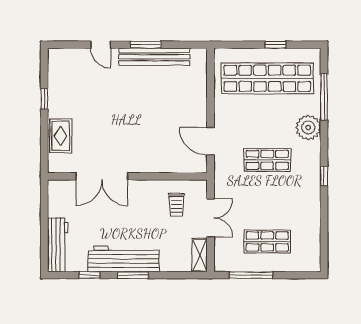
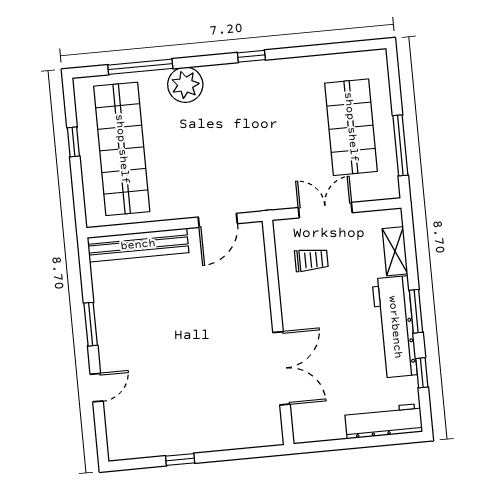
bench: (154, 57) -> (138, 245), moved, turned 90
rug: (61, 136) -> (230, 432), removed
shop shelf: (267, 160) -> (236, 138), removed
shop shelf: (267, 241) -> (351, 127), width x1.43, depth x1.36
shelving: (200, 255) -> (395, 251), moved, turned 90

